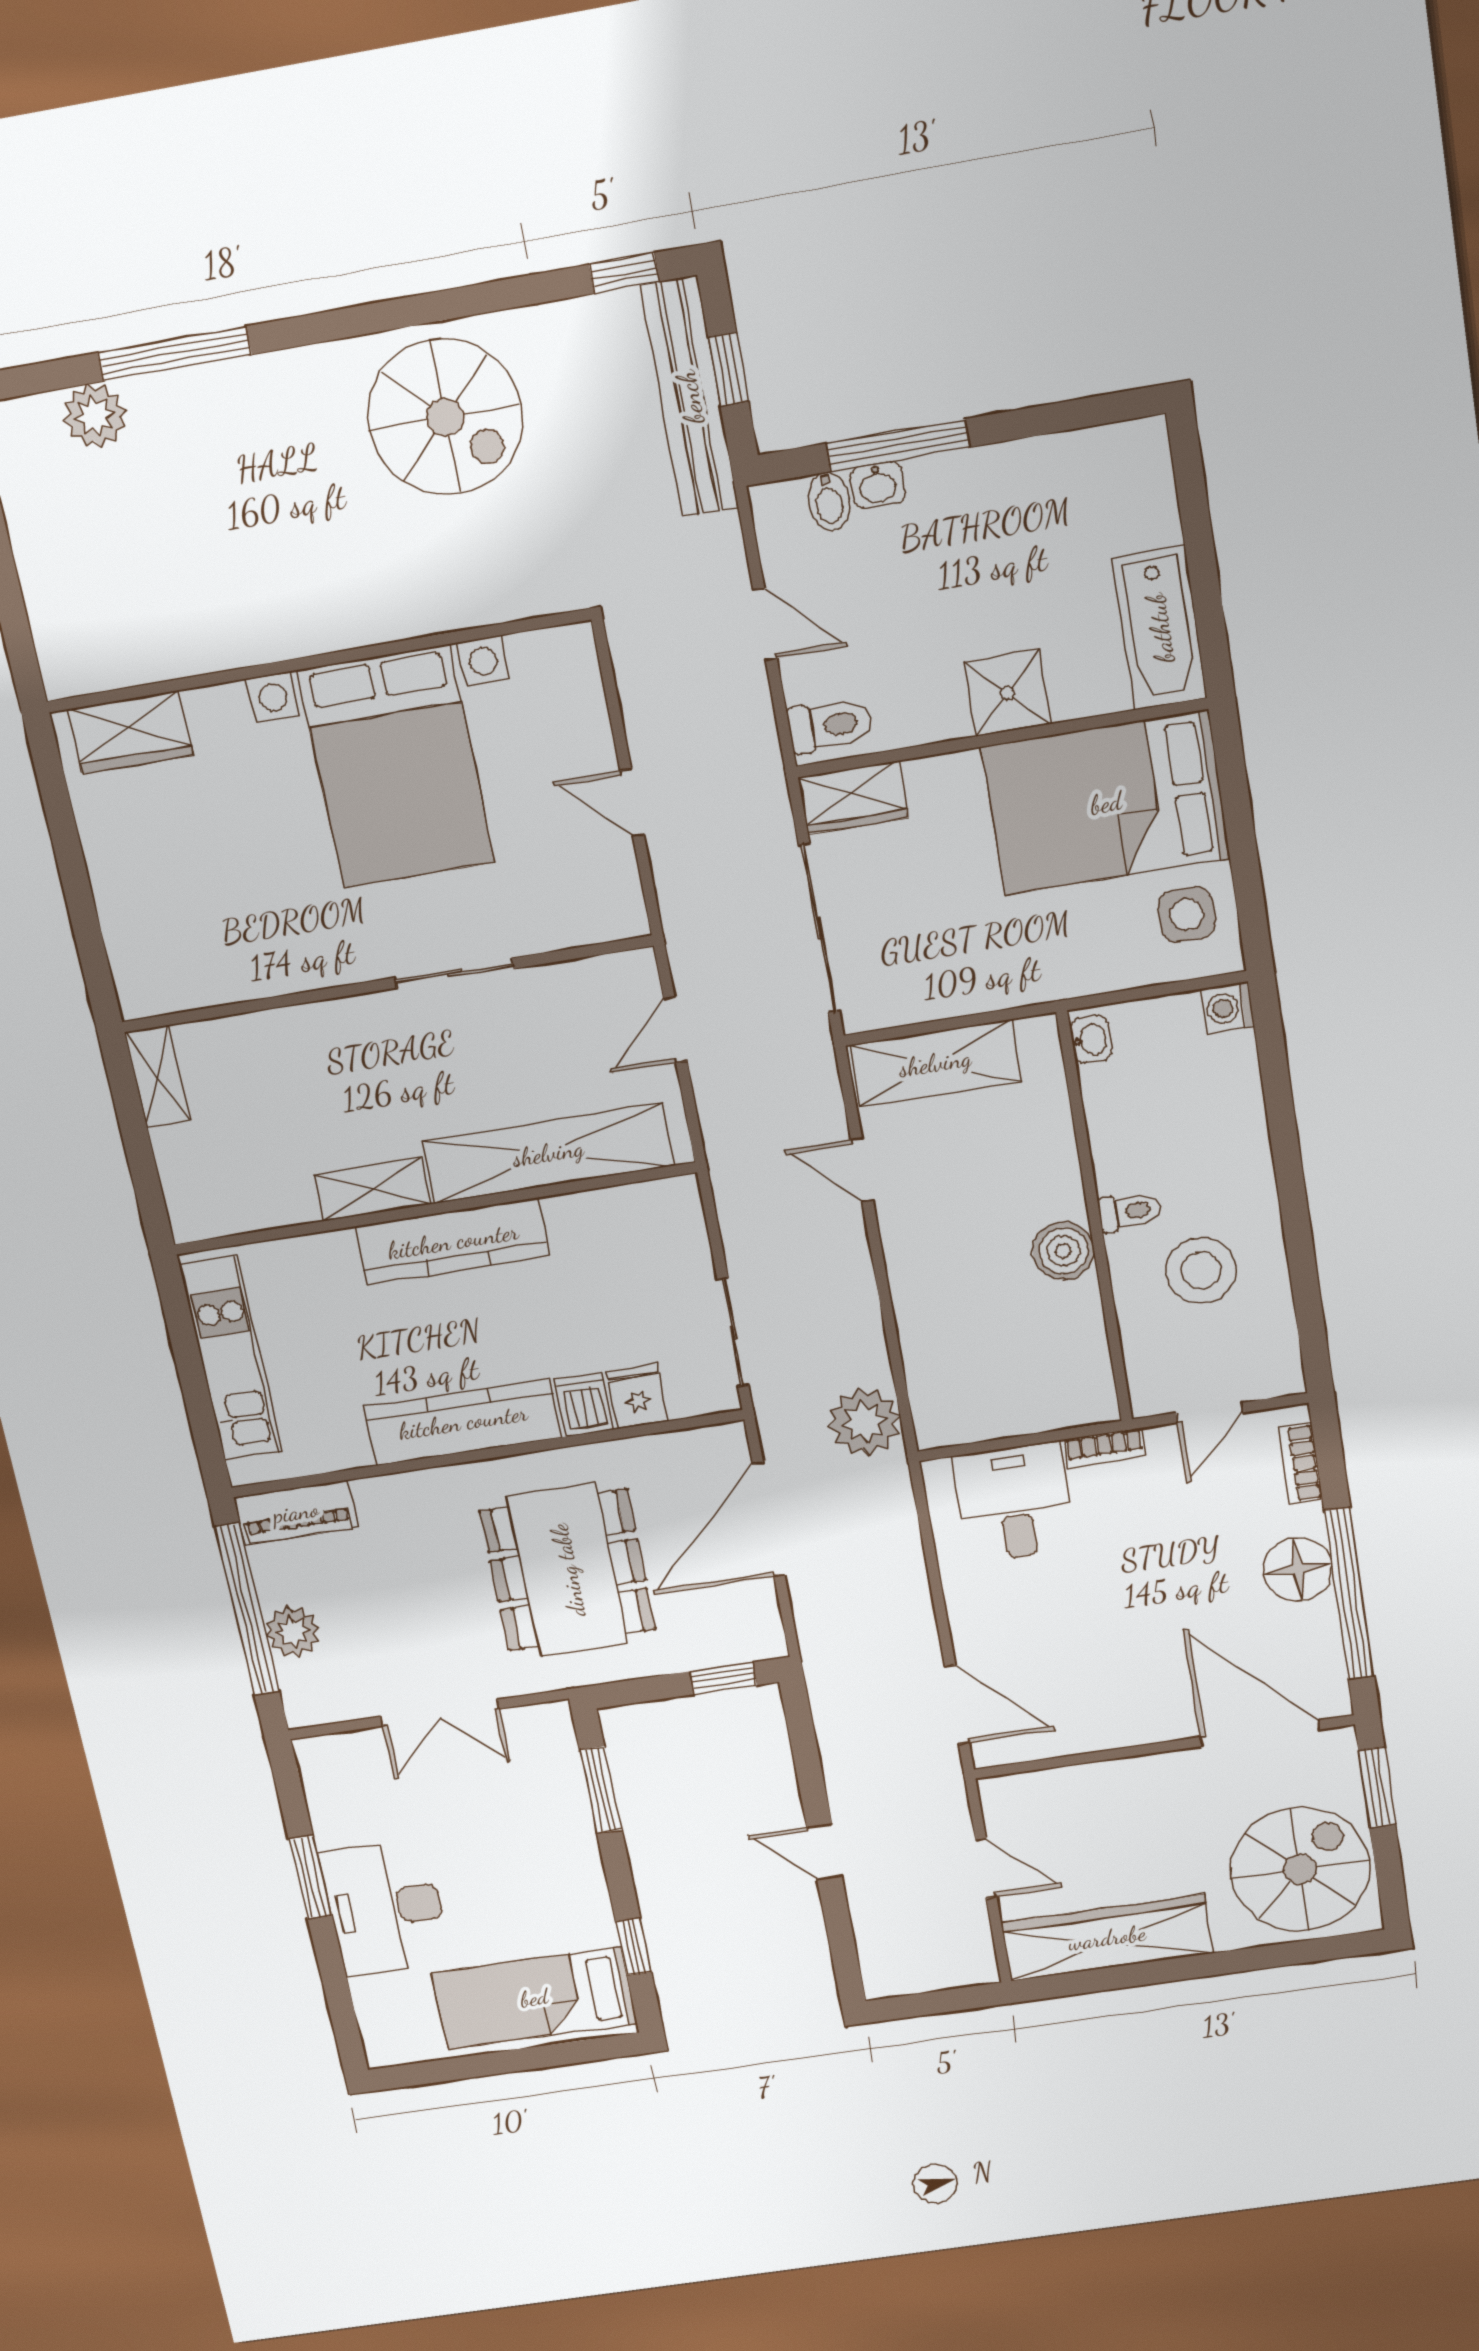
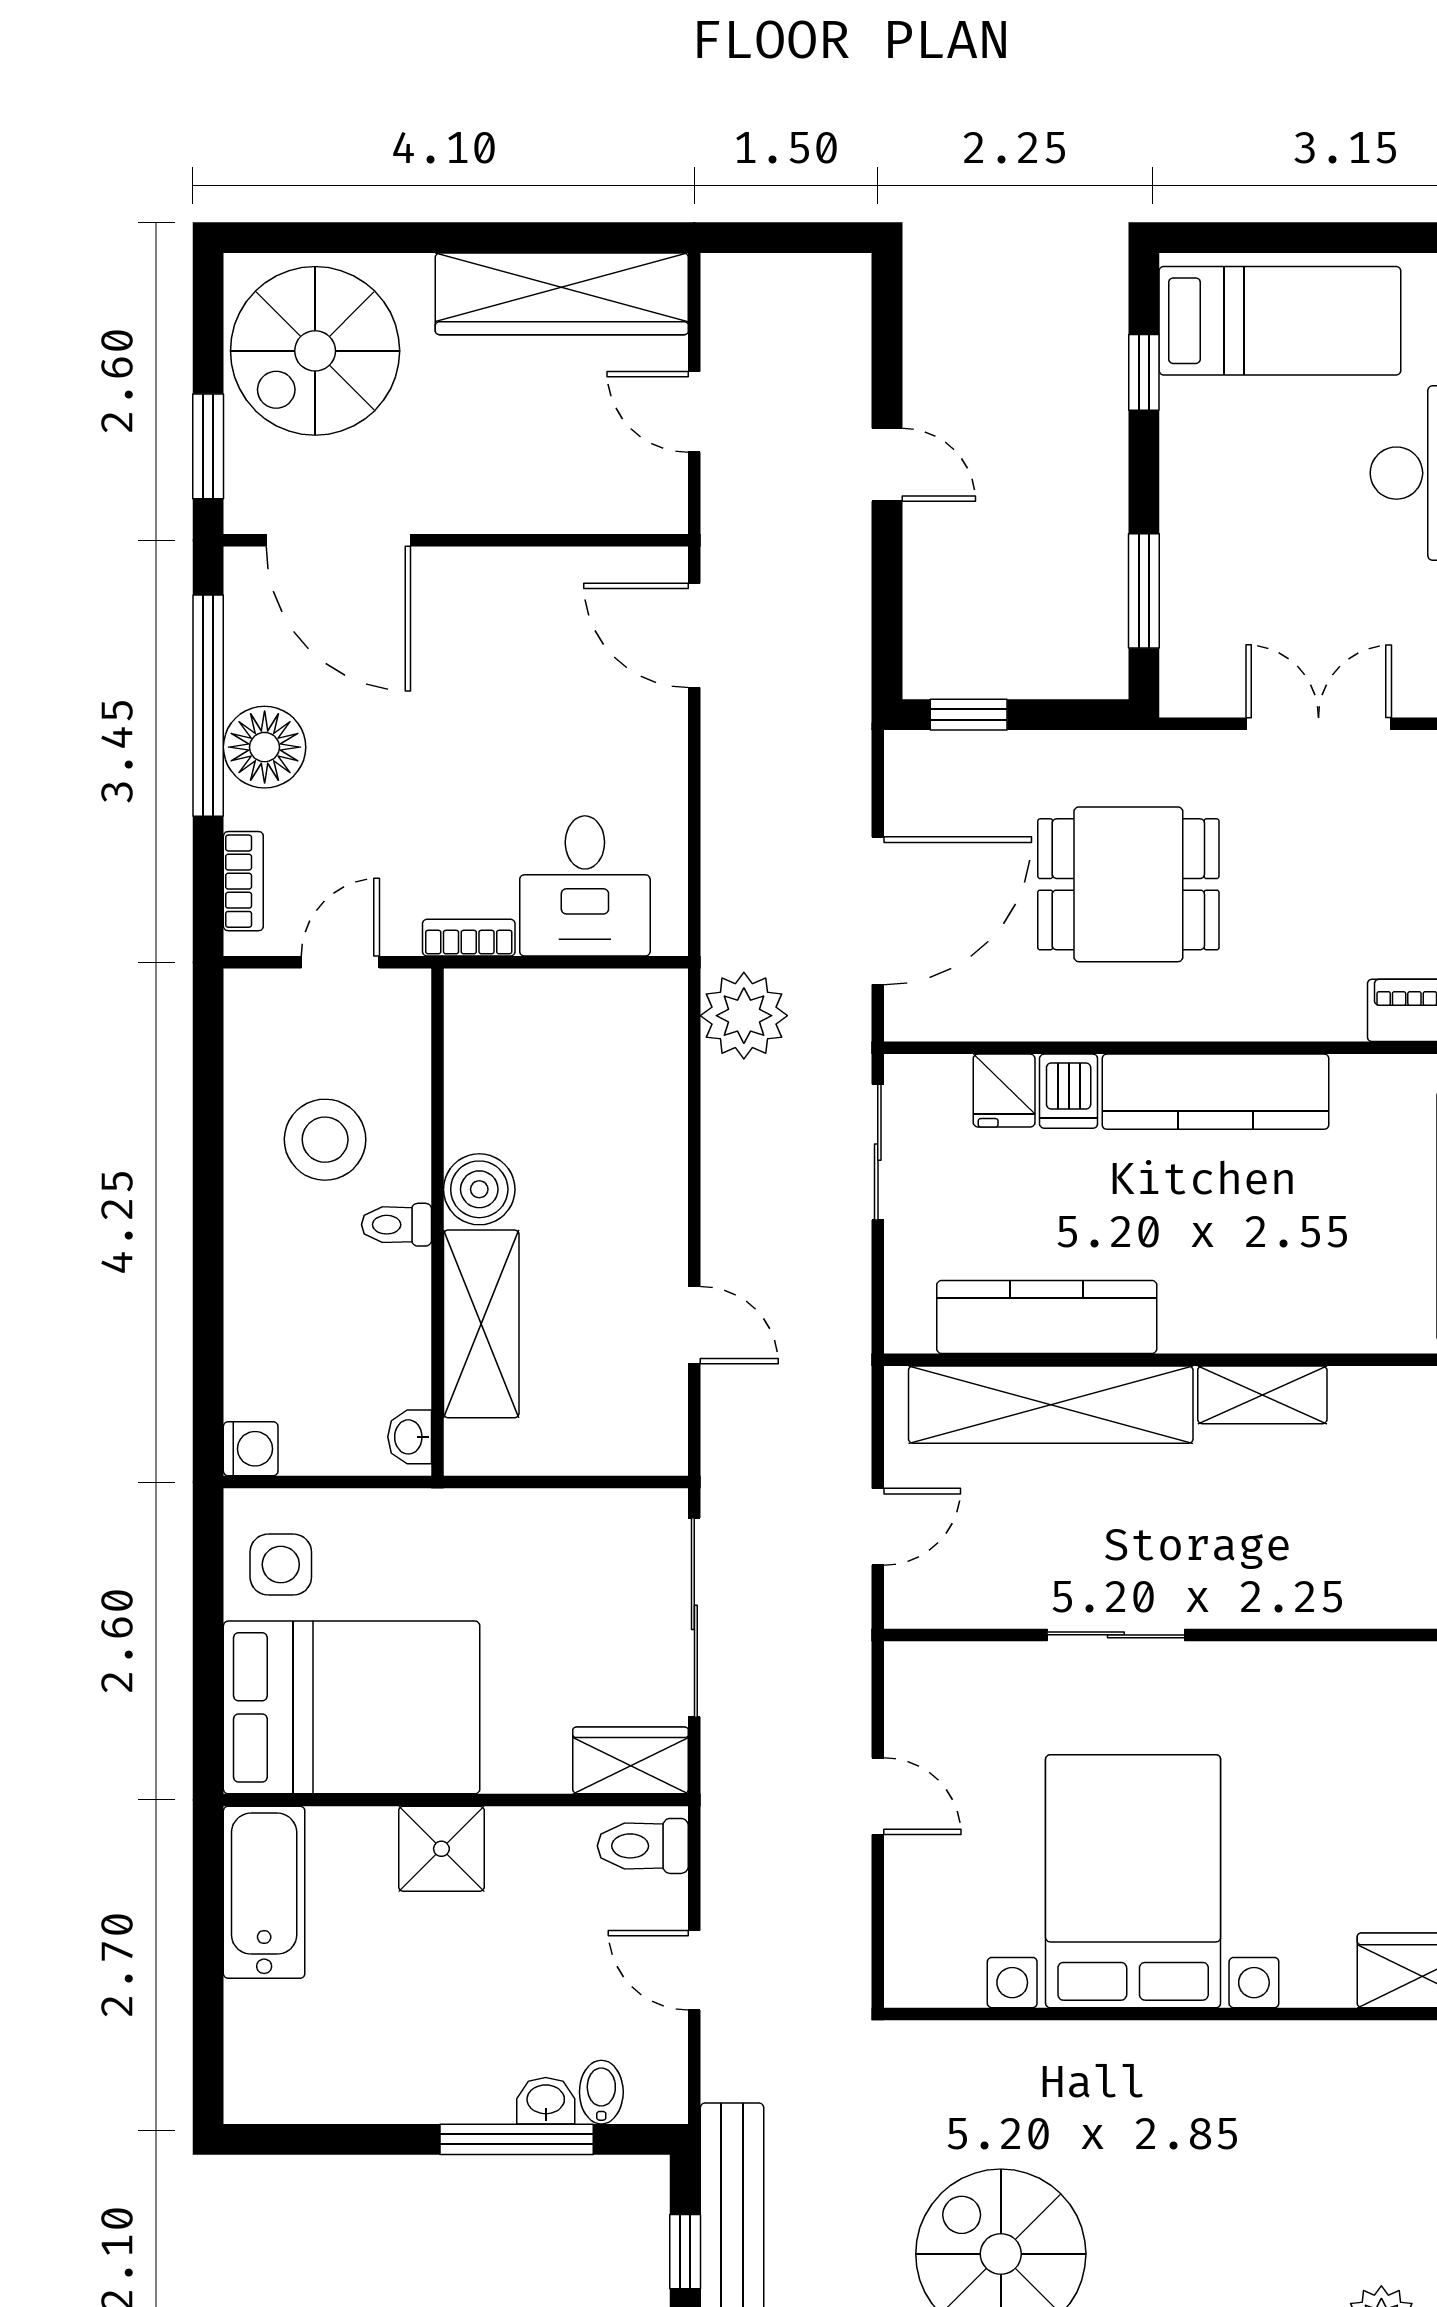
shelving: (935, 1063) -> (481, 1324), moved, turned 90
kitchen counter: (453, 1241) -> (1047, 1317), moved
dining table: (568, 1570) -> (1128, 884), width x0.73

